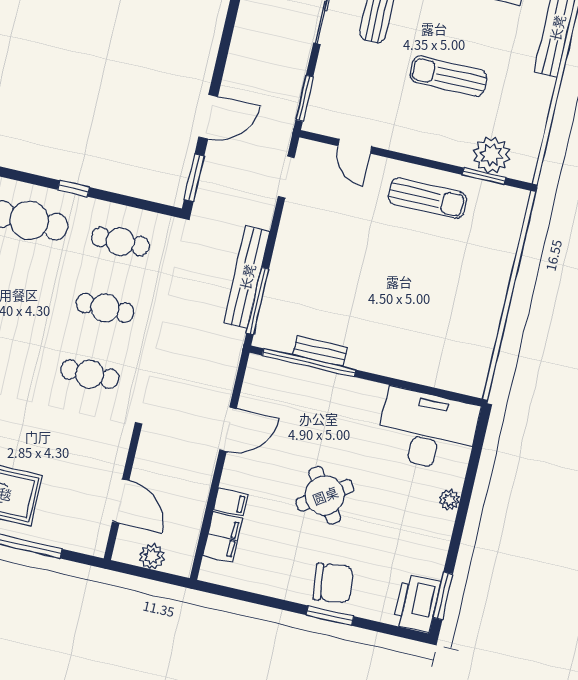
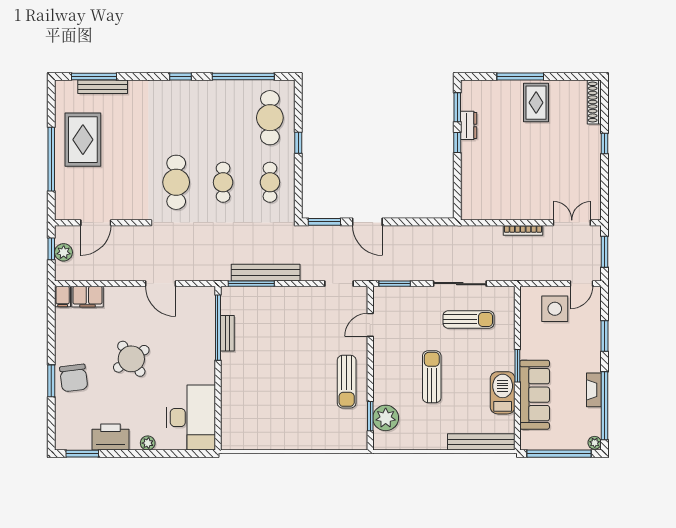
cafe table: (90, 374) -> (176, 182), width x1.37, depth x1.35
filing cabinet: (230, 502) -> (63, 297), moved
window: (143, 573) -> (51, 249), added
printer: (416, 603) -> (110, 437), moved

